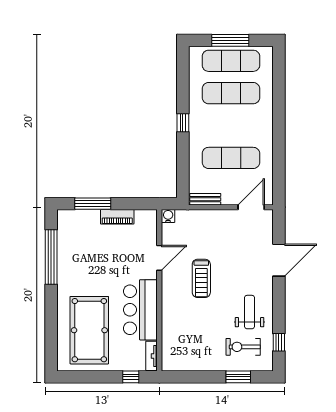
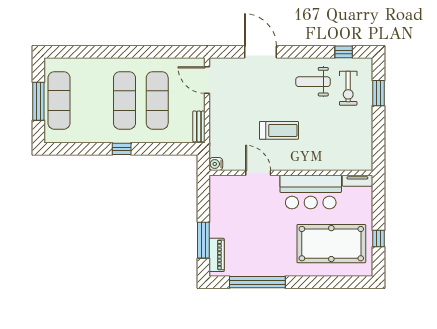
exercise mat: (231, 93) -> (124, 100), moved
piano: (117, 217) -> (217, 255), moved
window: (131, 377) -> (379, 238), moved

